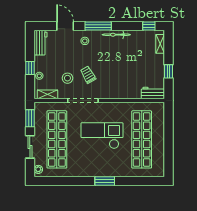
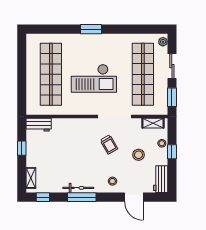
window: (98, 26) -> (82, 197), moved
stool: (67, 78) -> (139, 155), moved

